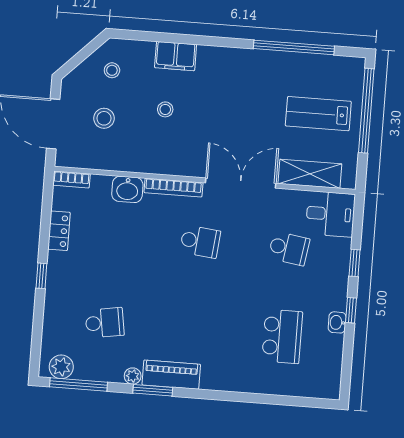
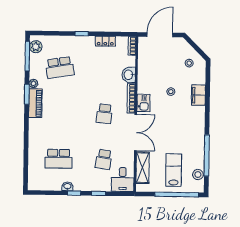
stool: (104, 118) -> (198, 175), moved
kitchen sink: (184, 164) -> (143, 103), added
school desk: (105, 323) -> (60, 67), width x1.85

